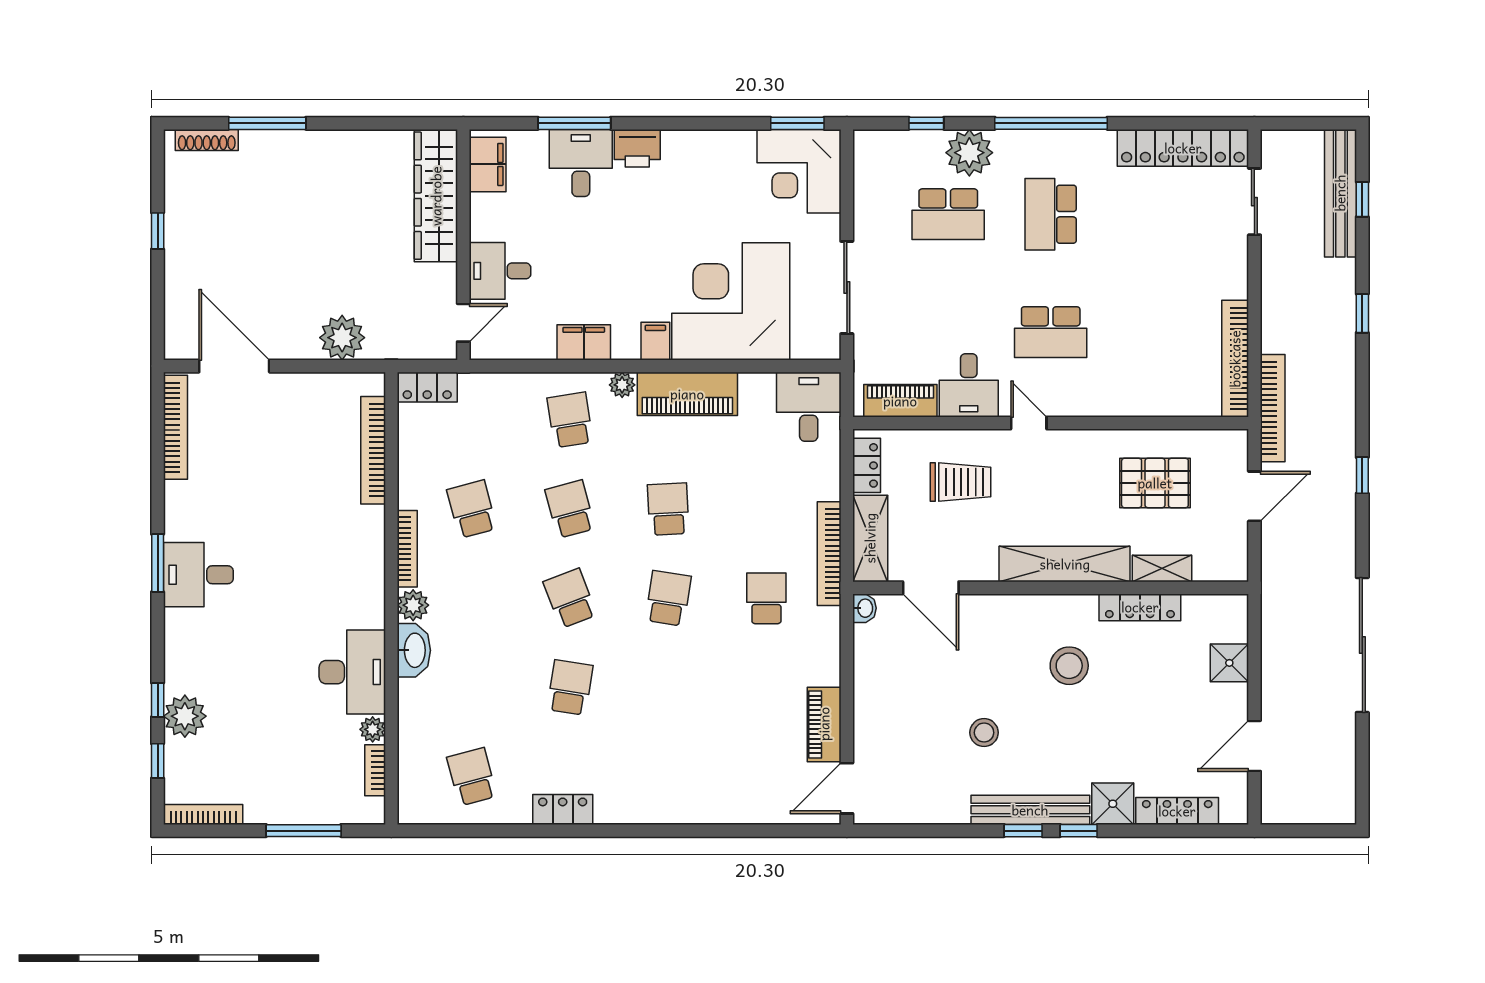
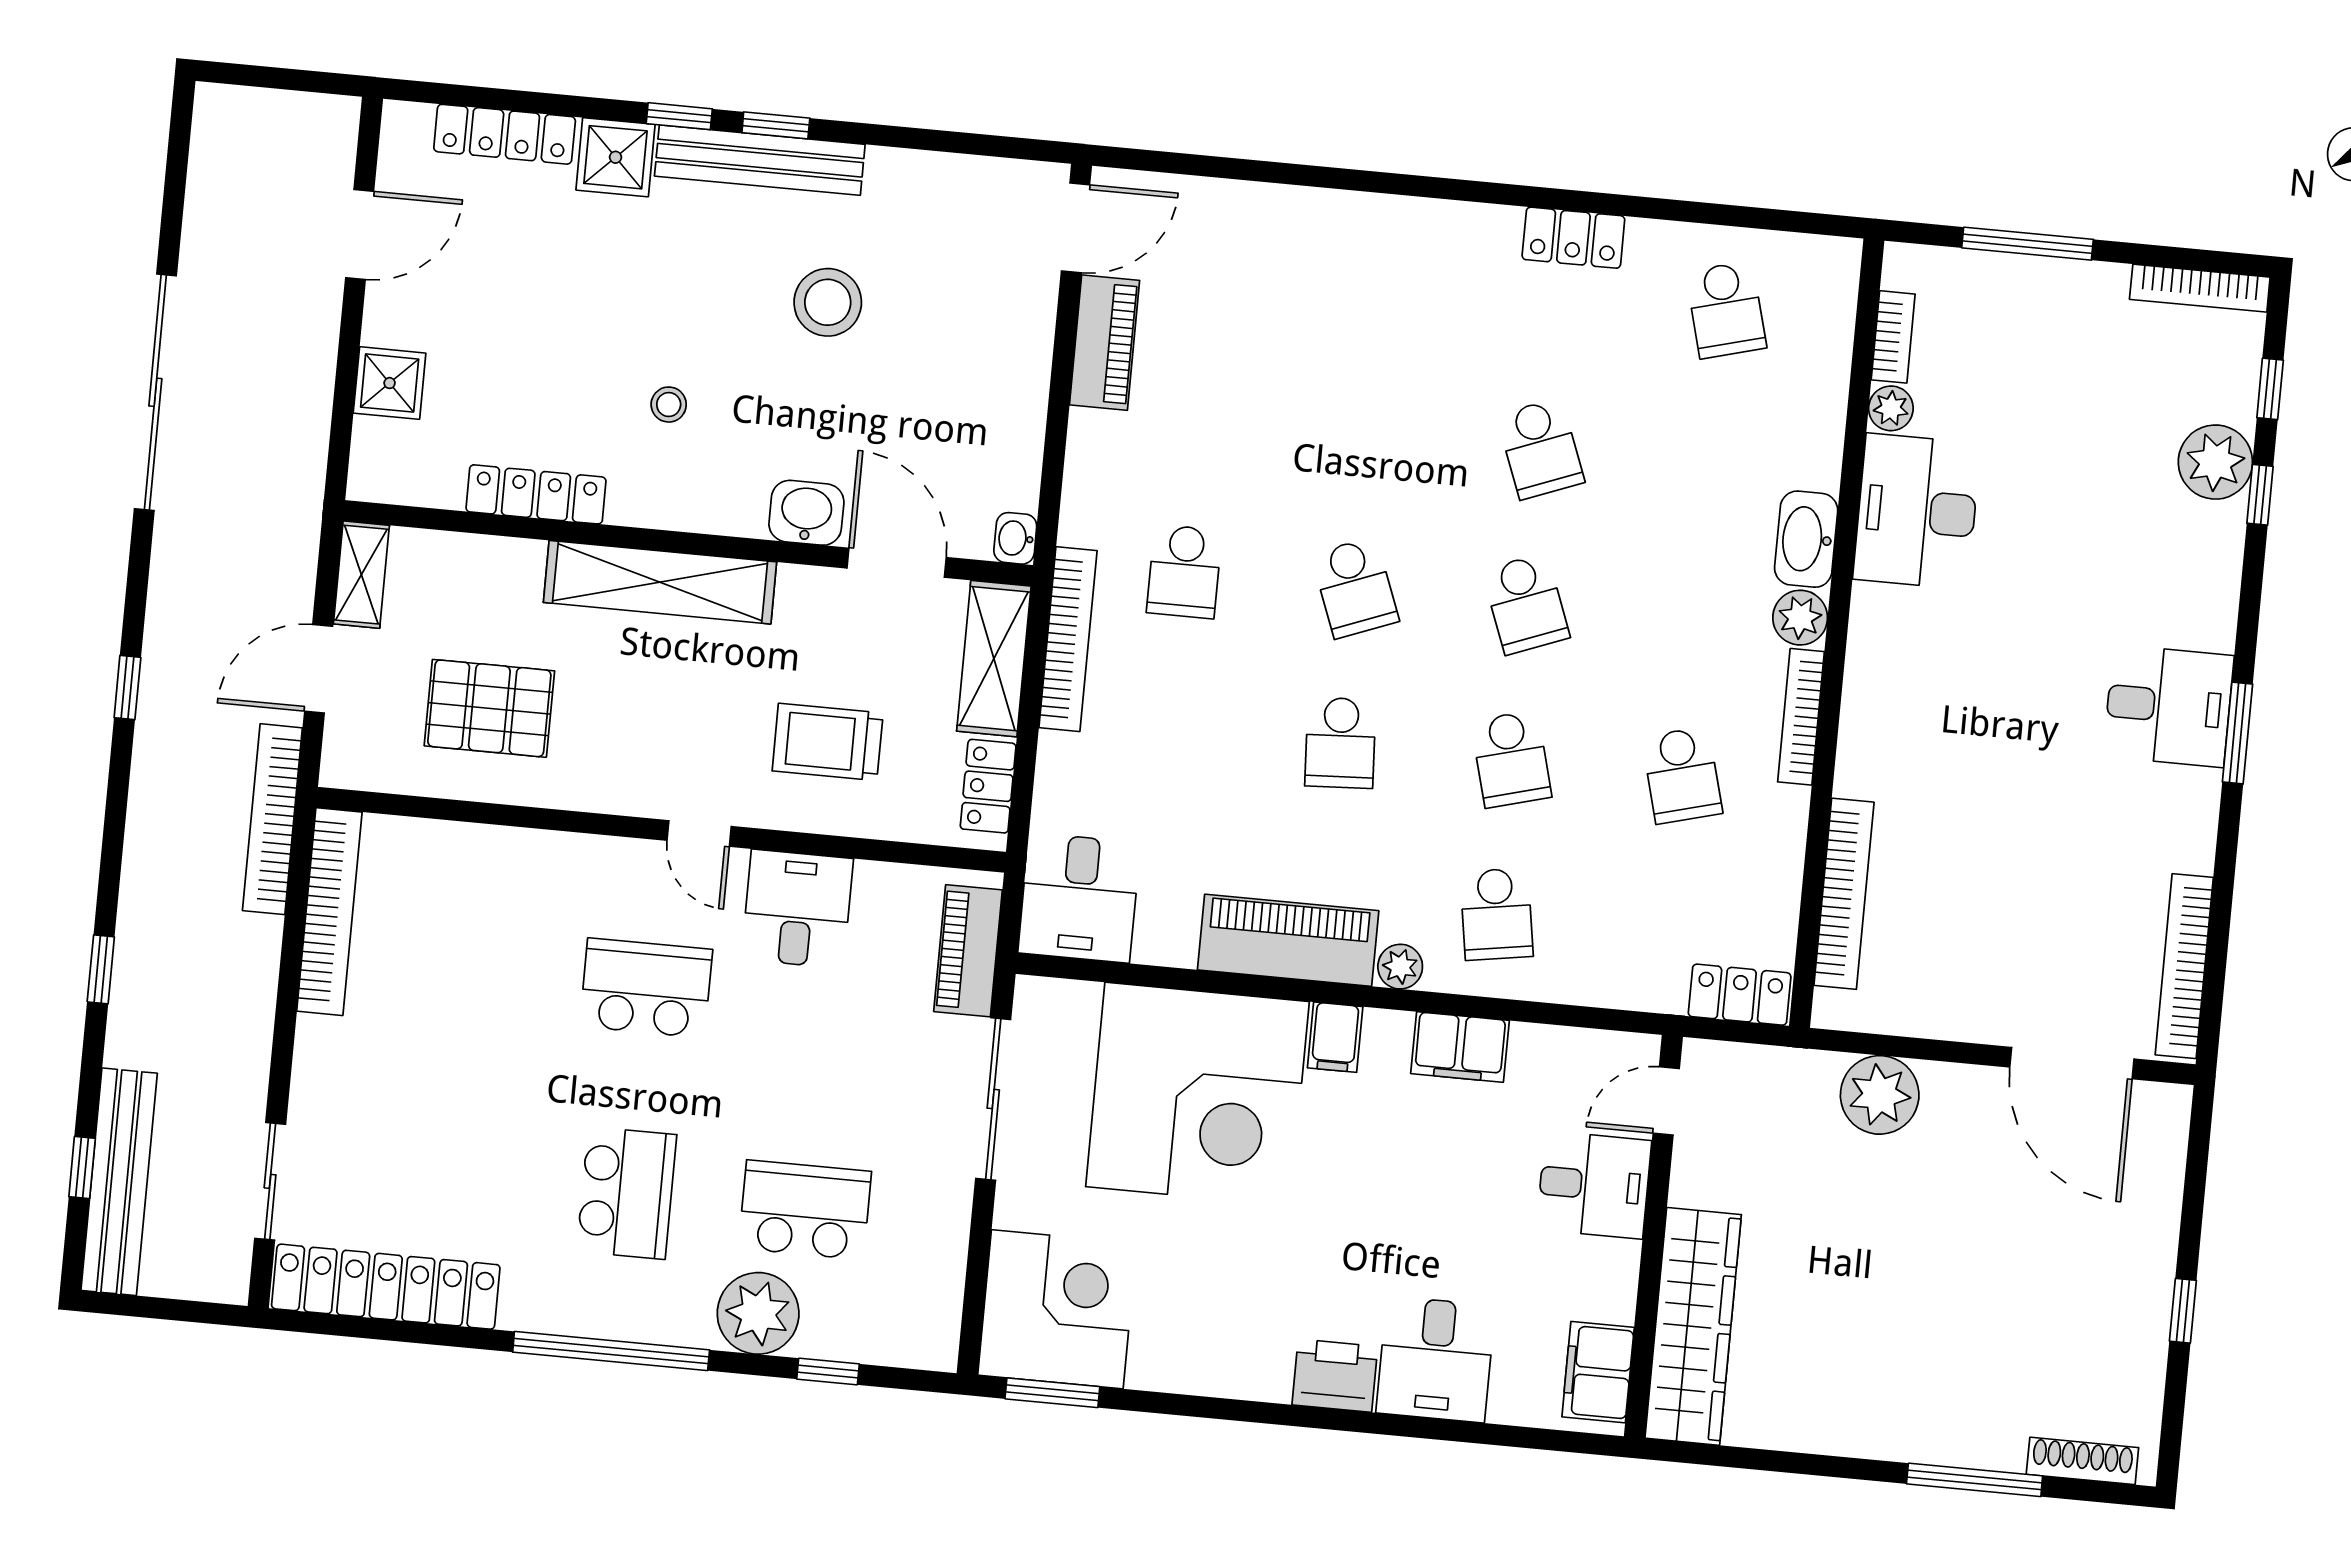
window: (574, 123) -> (1440, 1429), removed
piano: (900, 401) -> (968, 951), moved, turned 90
shelving: (1162, 569) -> (361, 575), moved, turned 90
school desk: (668, 598) -> (1355, 588), turned -30
washbasin: (985, 611) -> (806, 513), added
stool: (1069, 666) -> (669, 405), width x0.53, depth x0.53
school desk: (570, 687) -> (1541, 449), turned -30
stool: (984, 733) -> (828, 302), width x1.38, depth x1.38

